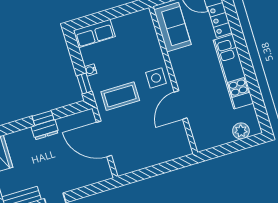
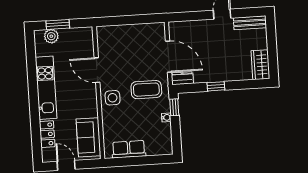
row of seats: (94, 33) -> (129, 149), moved
door: (181, 105) -> (97, 70), swing flipped
dresser: (45, 130) -> (182, 78), moved
window: (237, 146) -> (58, 24), added

